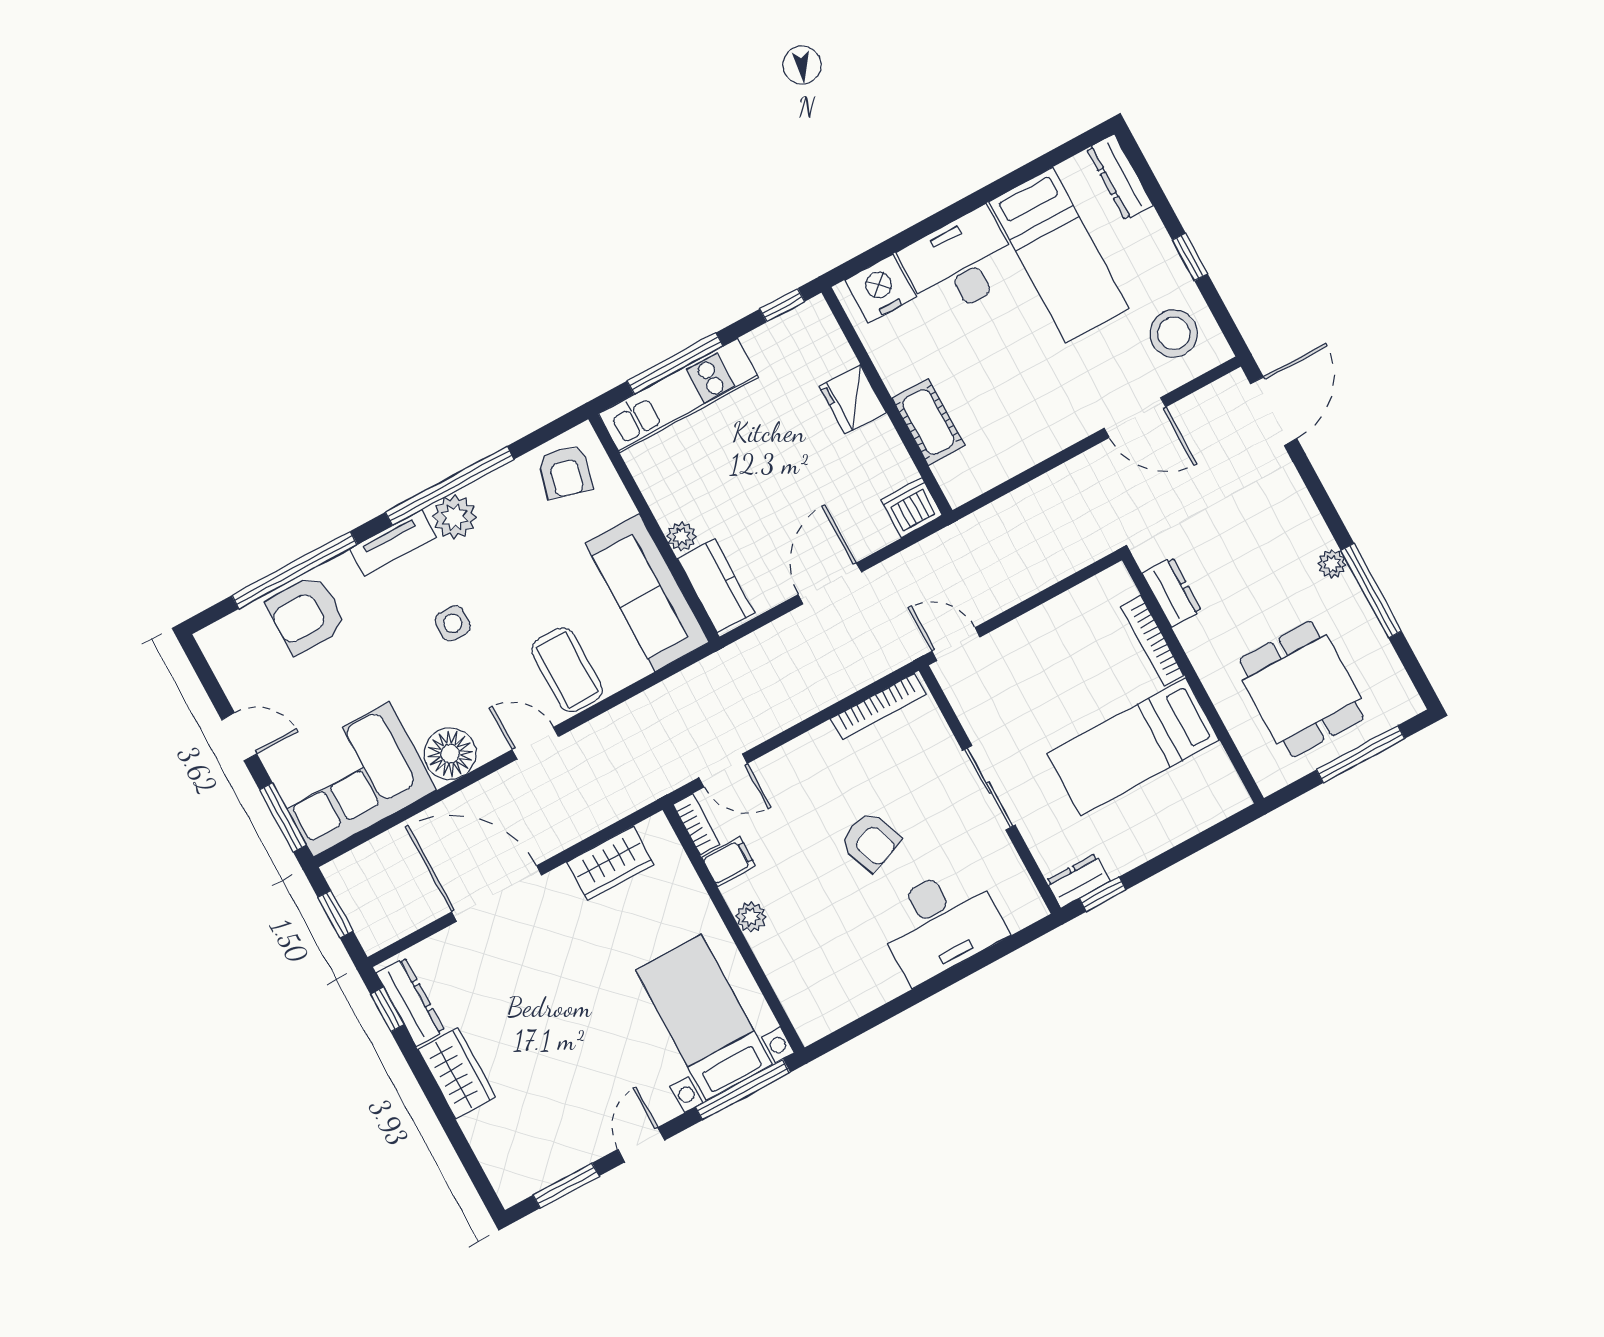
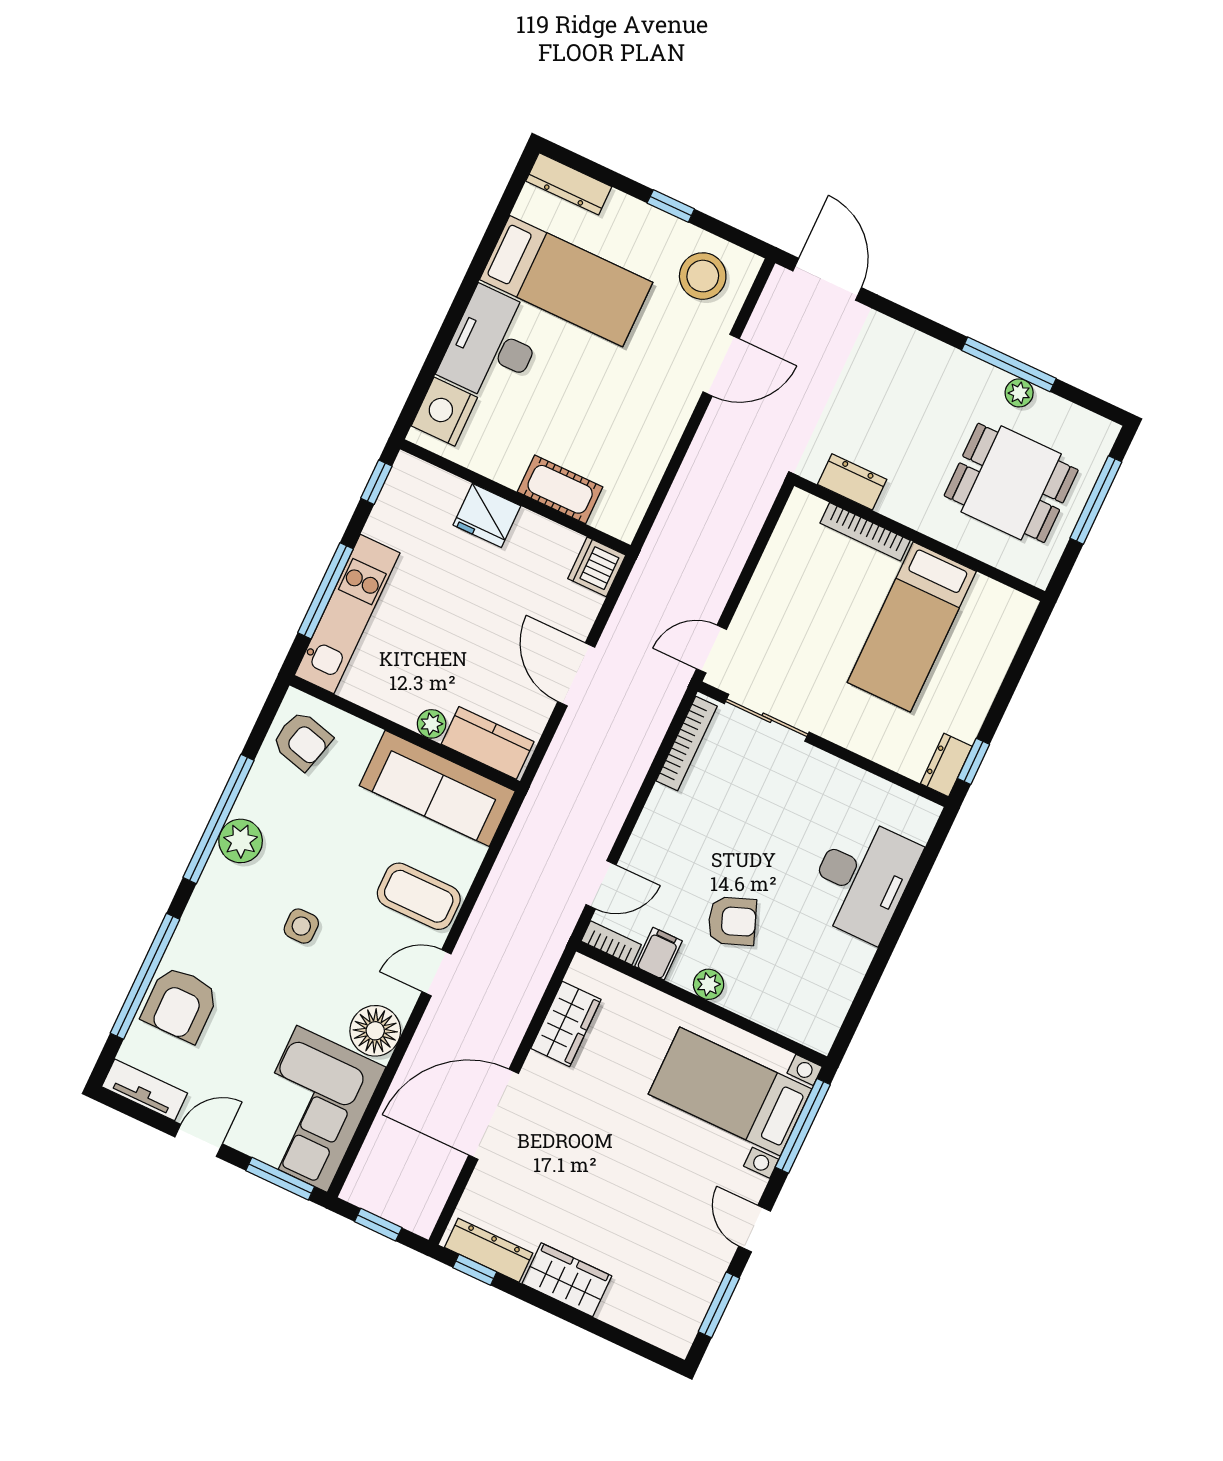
tv unit: (393, 543) -> (145, 1090), moved, turned -90
plant: (1332, 564) -> (1019, 393), moved
sliding door: (989, 788) -> (767, 718), moved
armchair: (870, 841) -> (732, 921), moved

